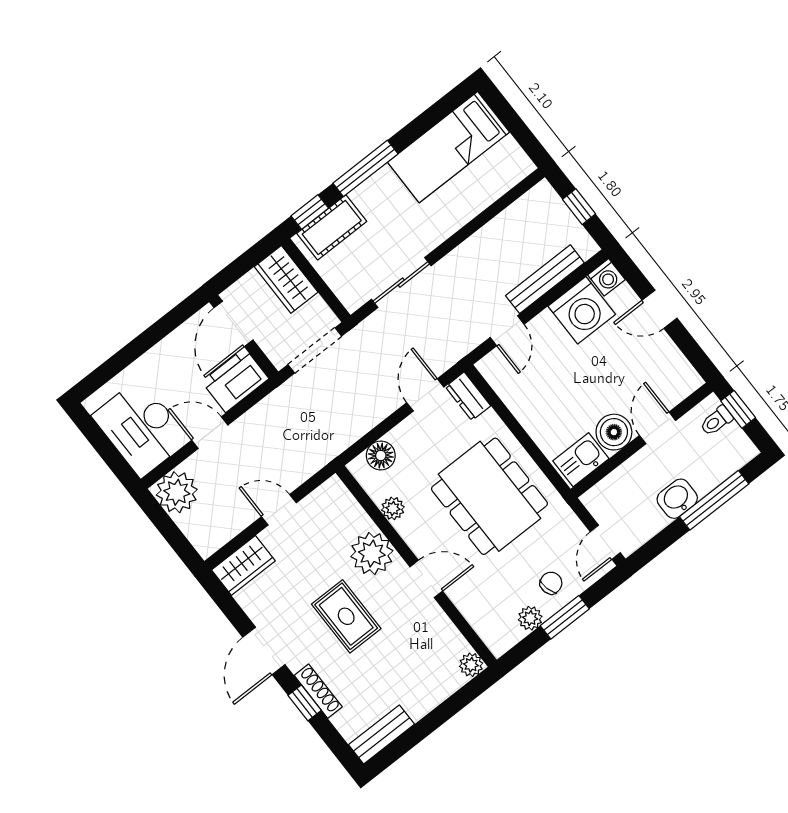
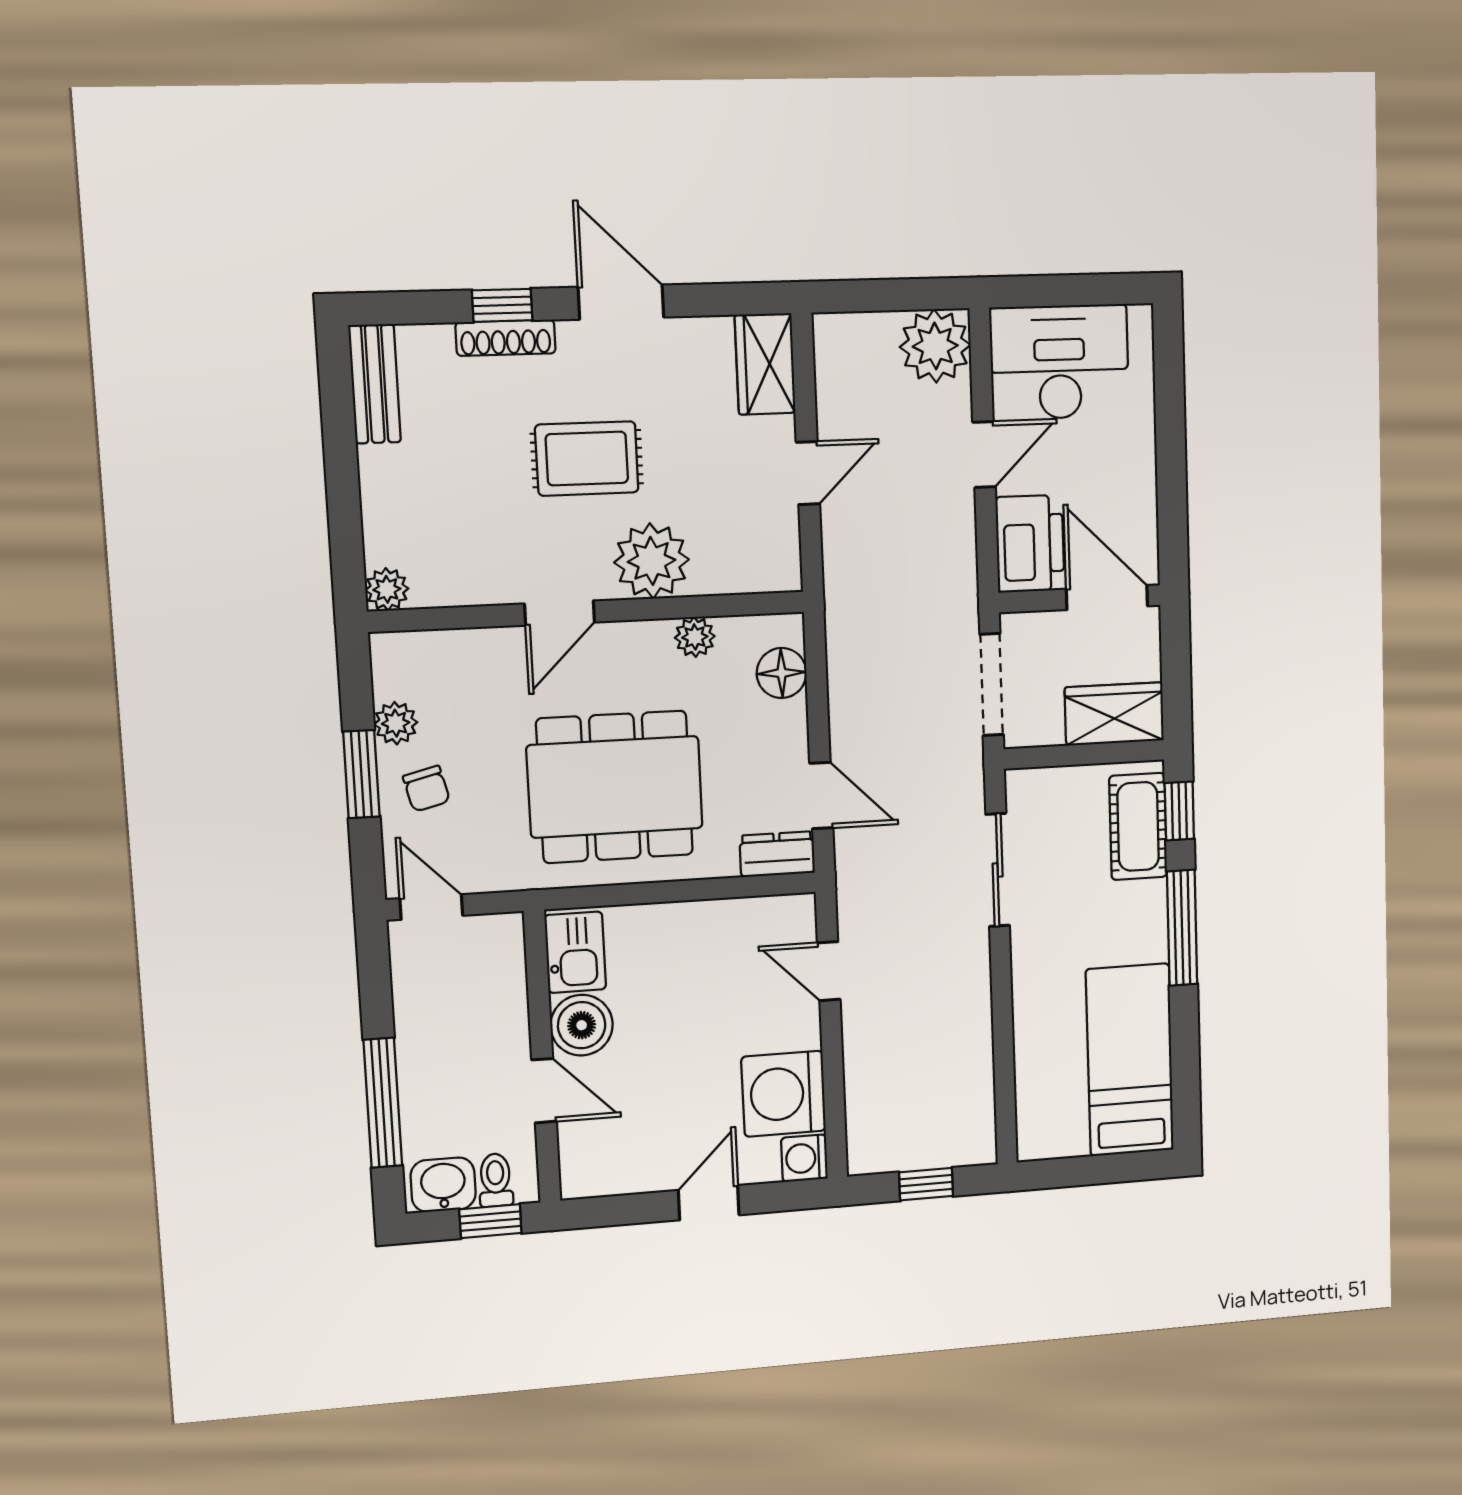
bench: (545, 279) -> (862, 1072), removed
washbasin: (677, 499) -> (443, 1185), moved, turned -90

